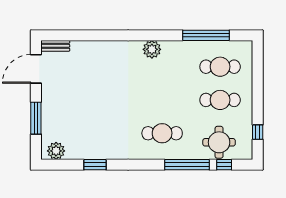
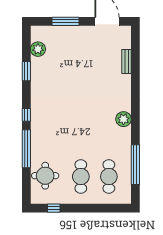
bench: (55, 46) -> (126, 61), moved
cafe table: (162, 133) -> (53, 128), removed
plant: (56, 151) -> (38, 49), moved
window: (224, 165) -> (26, 115), moved

